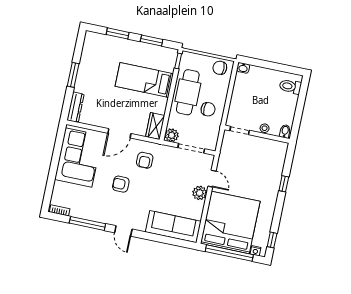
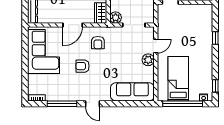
door: (212, 179) -> (156, 46), hinge flipped
bed: (230, 222) -> (178, 79), width x0.49

